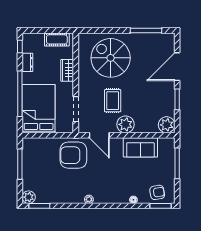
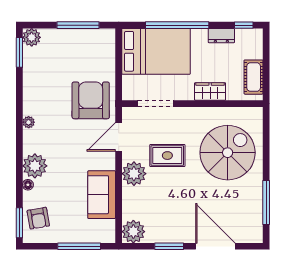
plant: (120, 195) -> (35, 166), added

